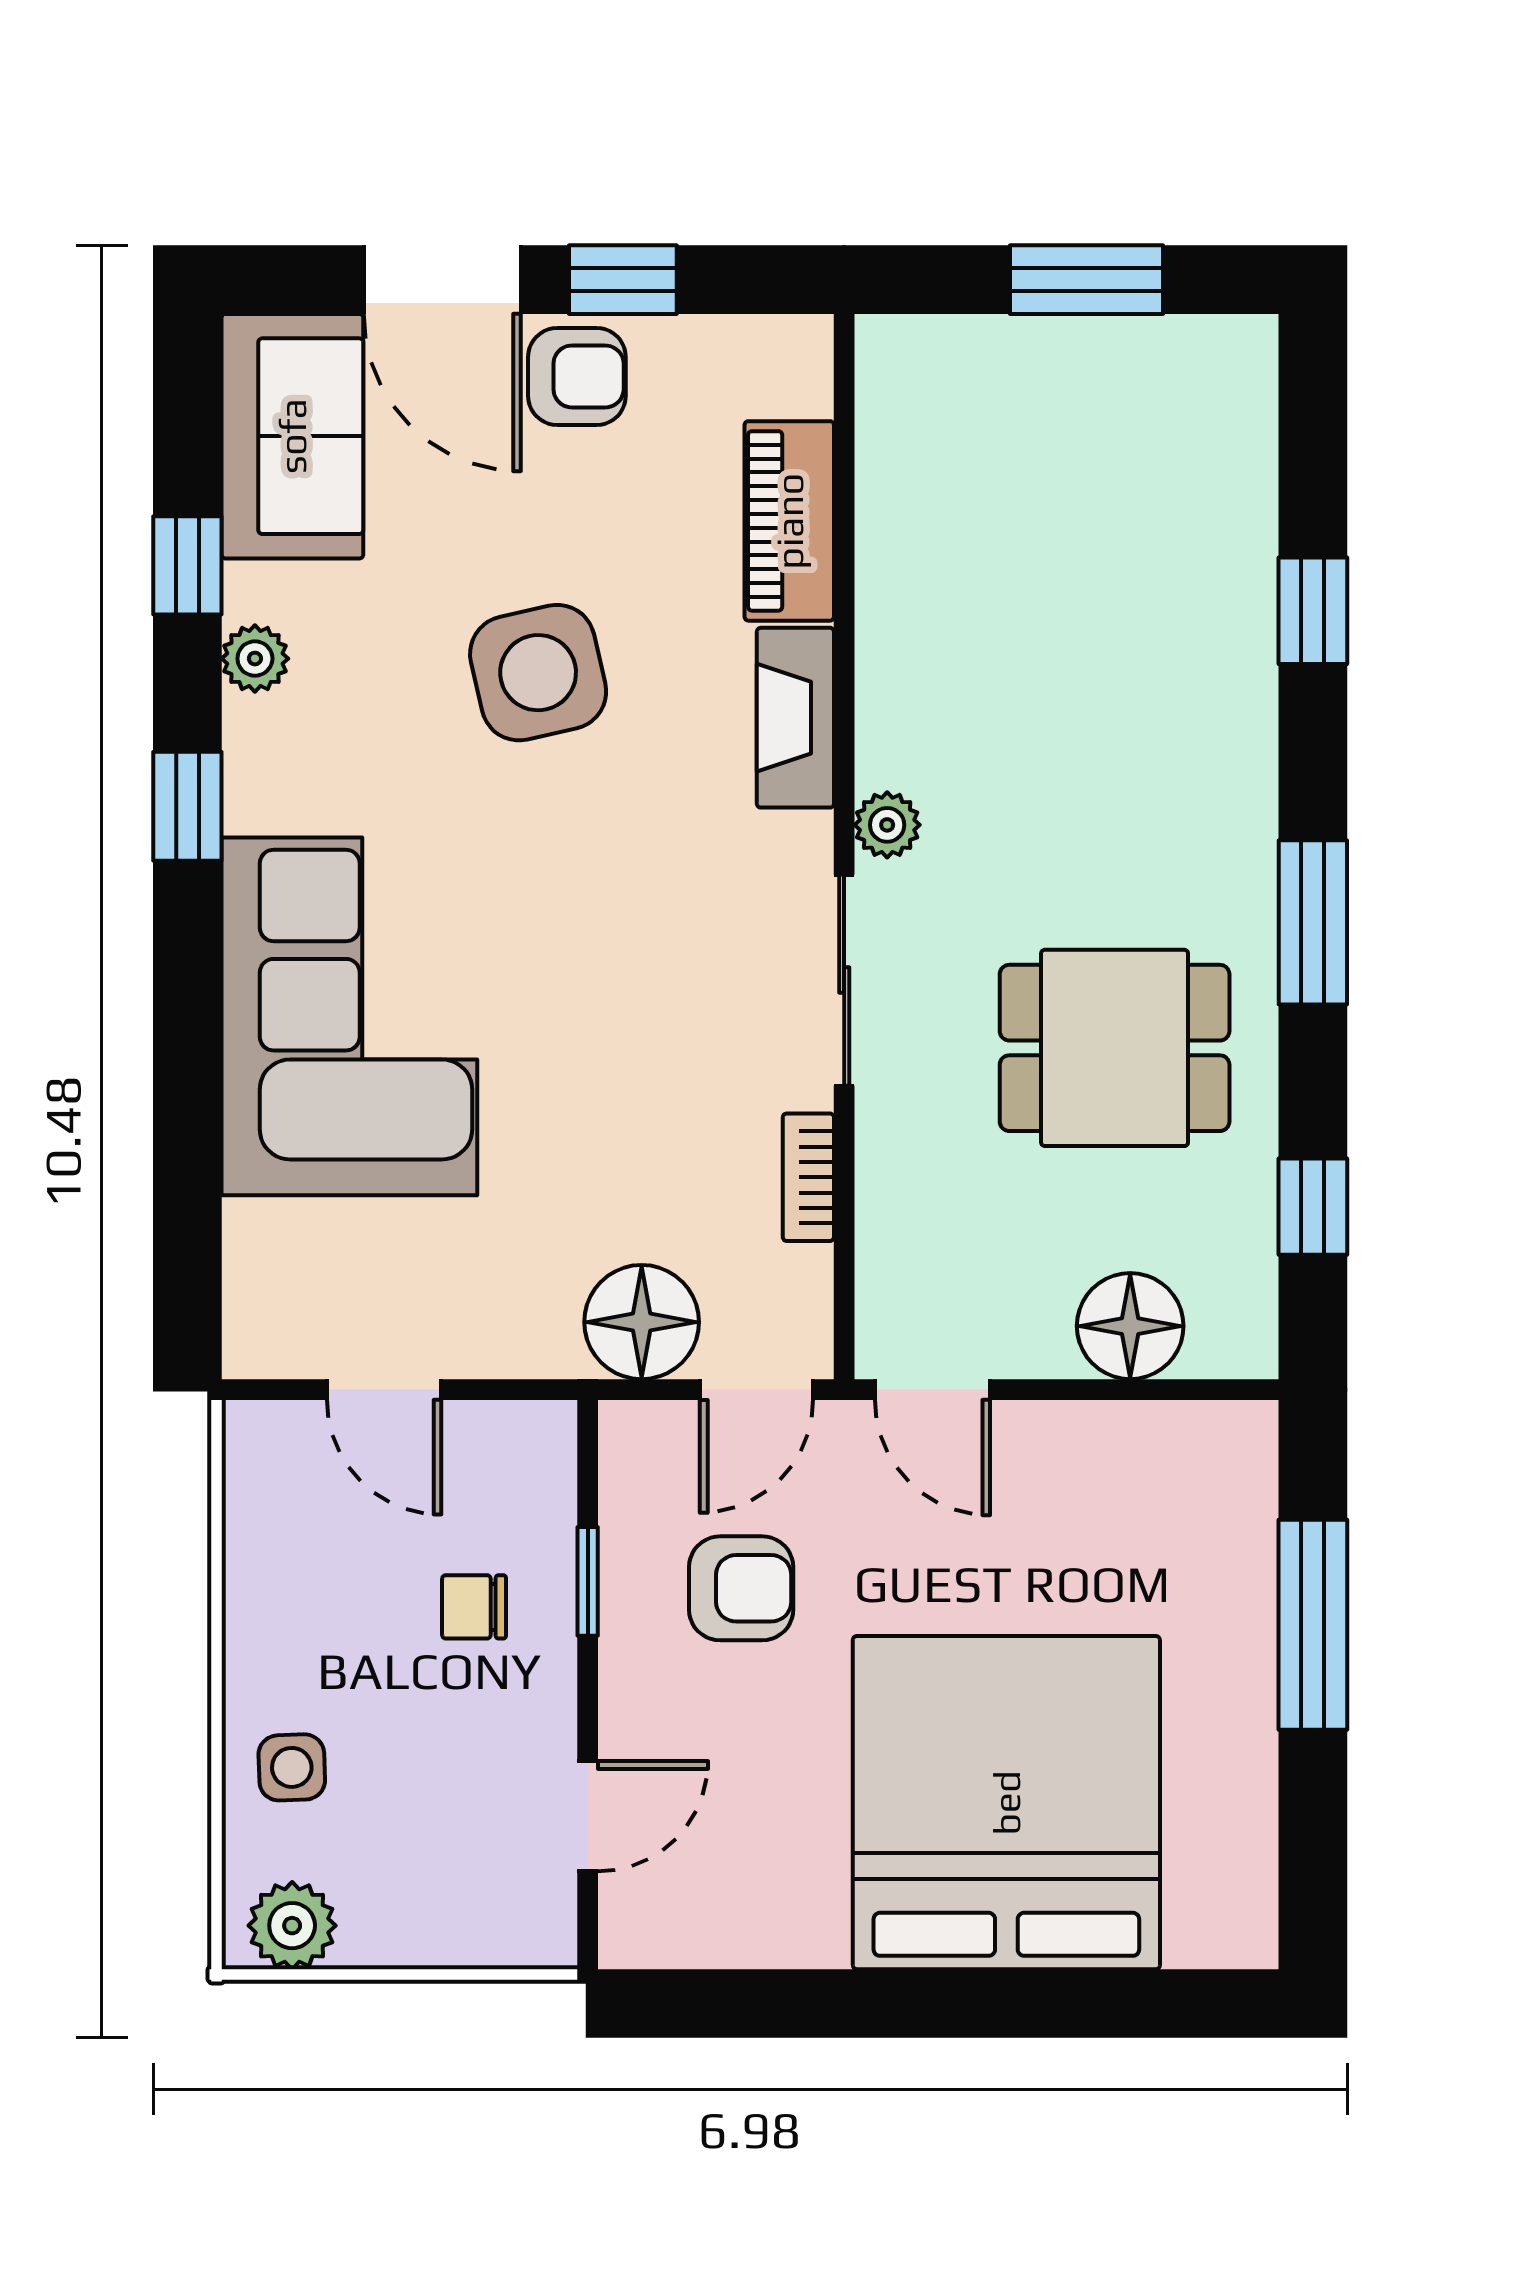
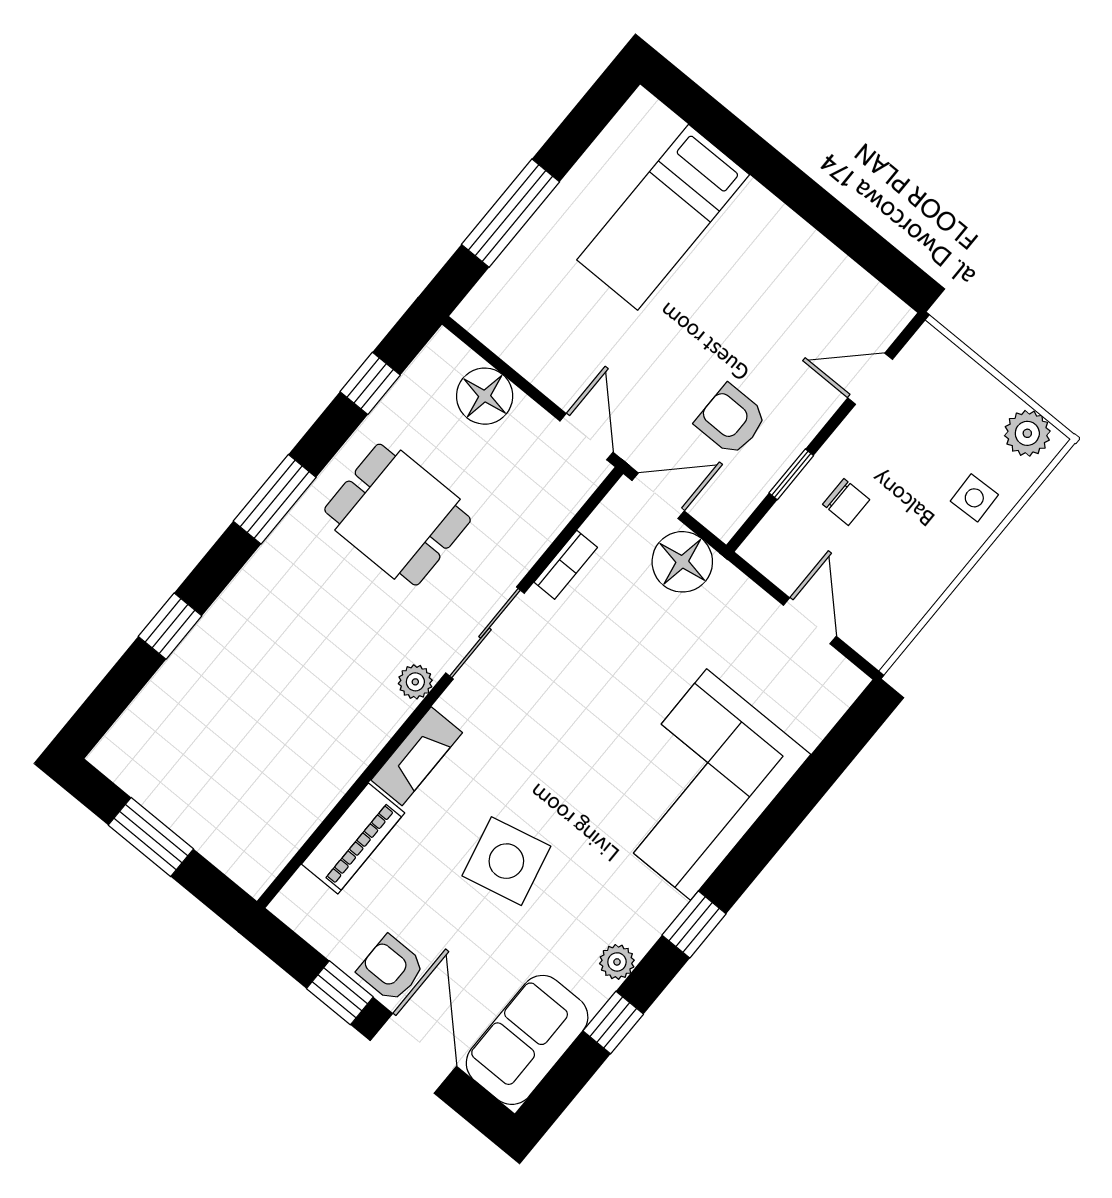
bed: (1006, 1803) -> (663, 217), width x0.49

